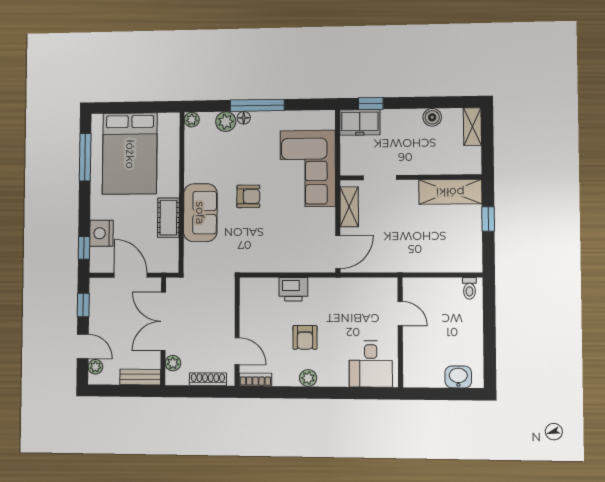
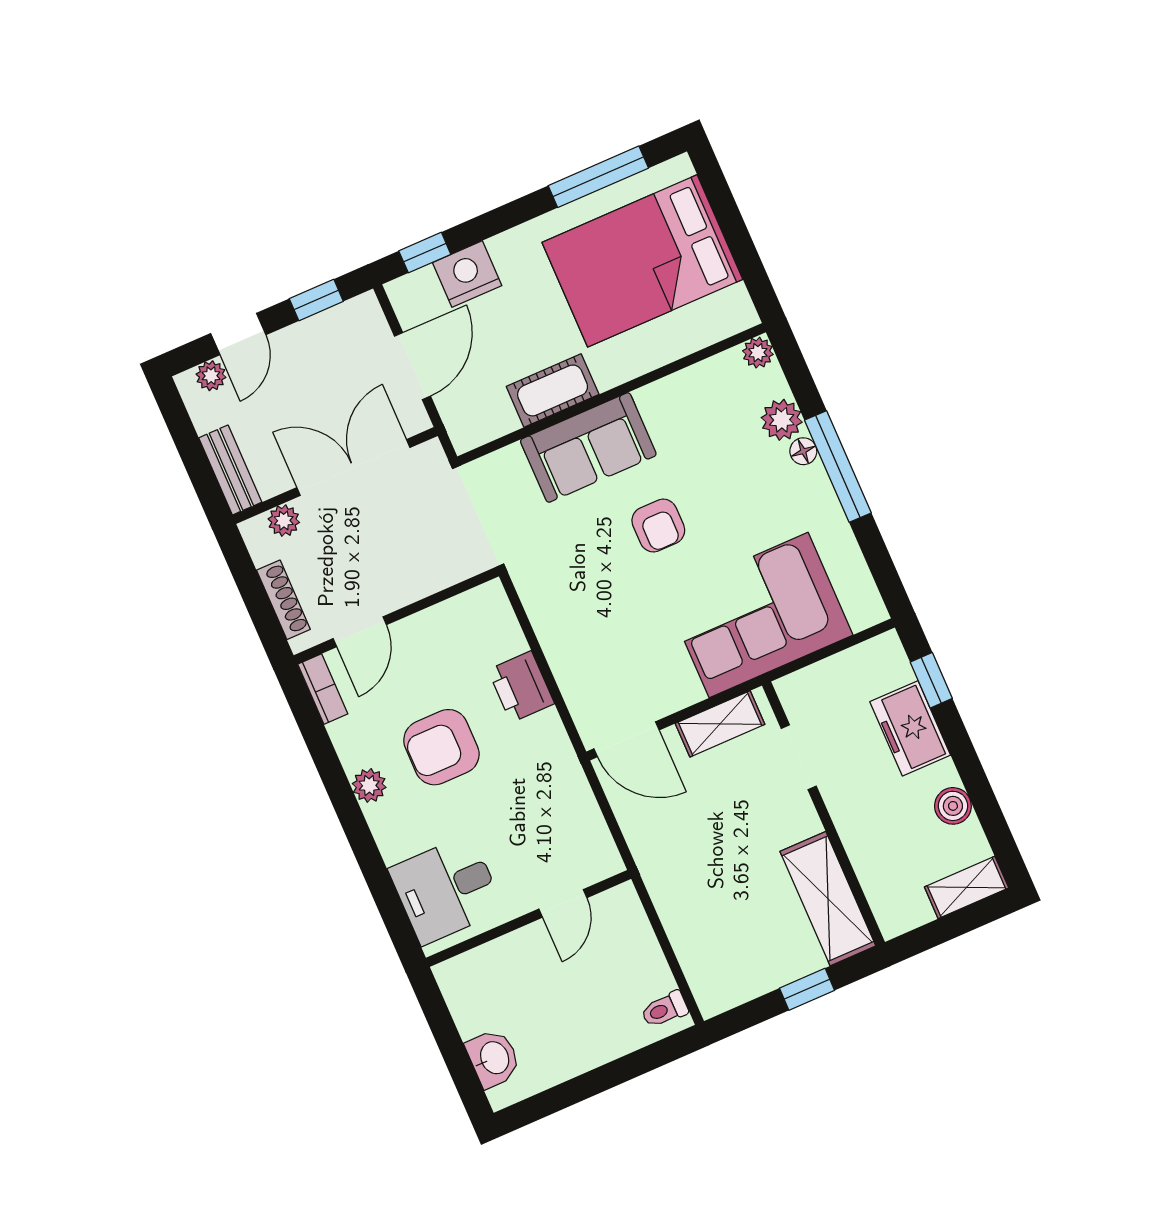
freezer: (360, 122) -> (910, 728), moved
armchair: (305, 337) -> (441, 747), width x1.38, depth x1.38

